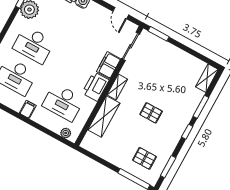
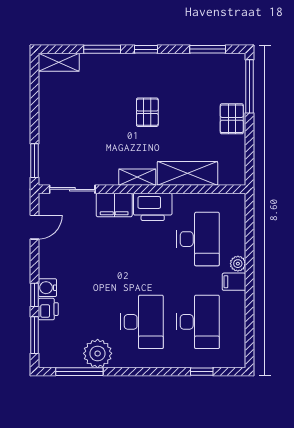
plant: (66, 133) -> (238, 264), moved
pallet: (144, 158) -> (232, 119), moved

